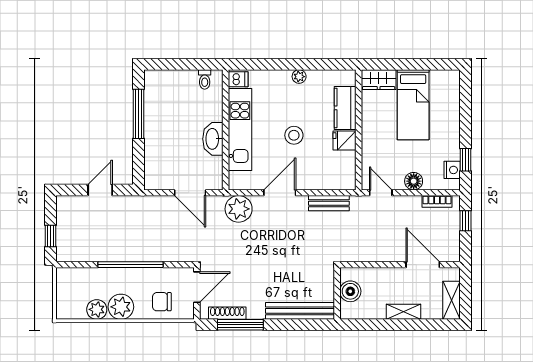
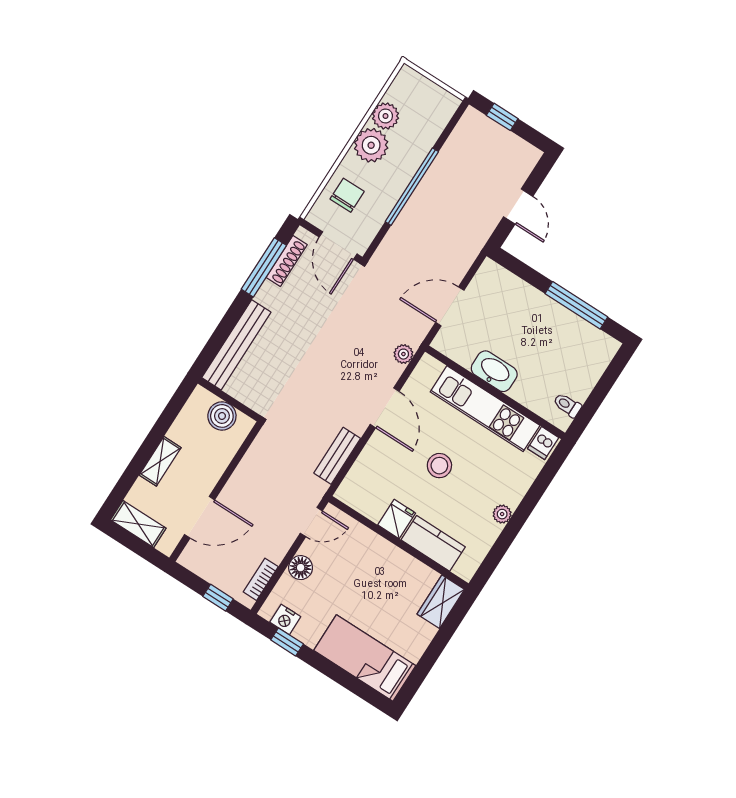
bed: (413, 105) -> (365, 658), moved
plant: (239, 209) -> (403, 354), width x0.53, depth x0.53

